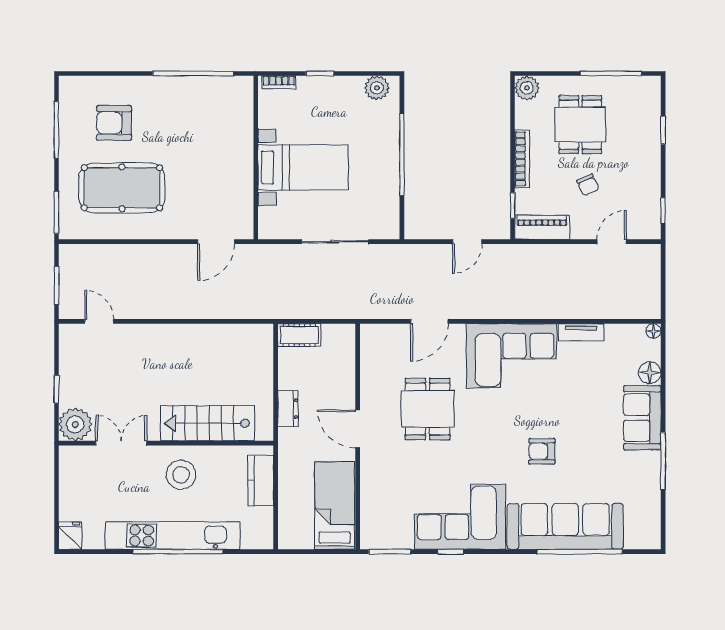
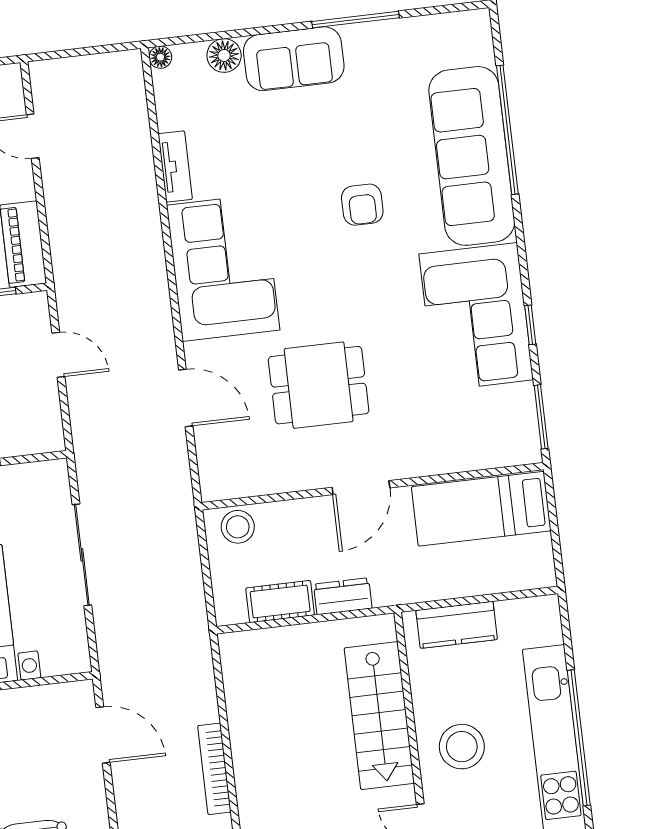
bookcase: (185, 312) -> (214, 769), added
cot: (299, 335) -> (280, 602), moved, turned 90
stool: (341, 345) -> (238, 527), added

